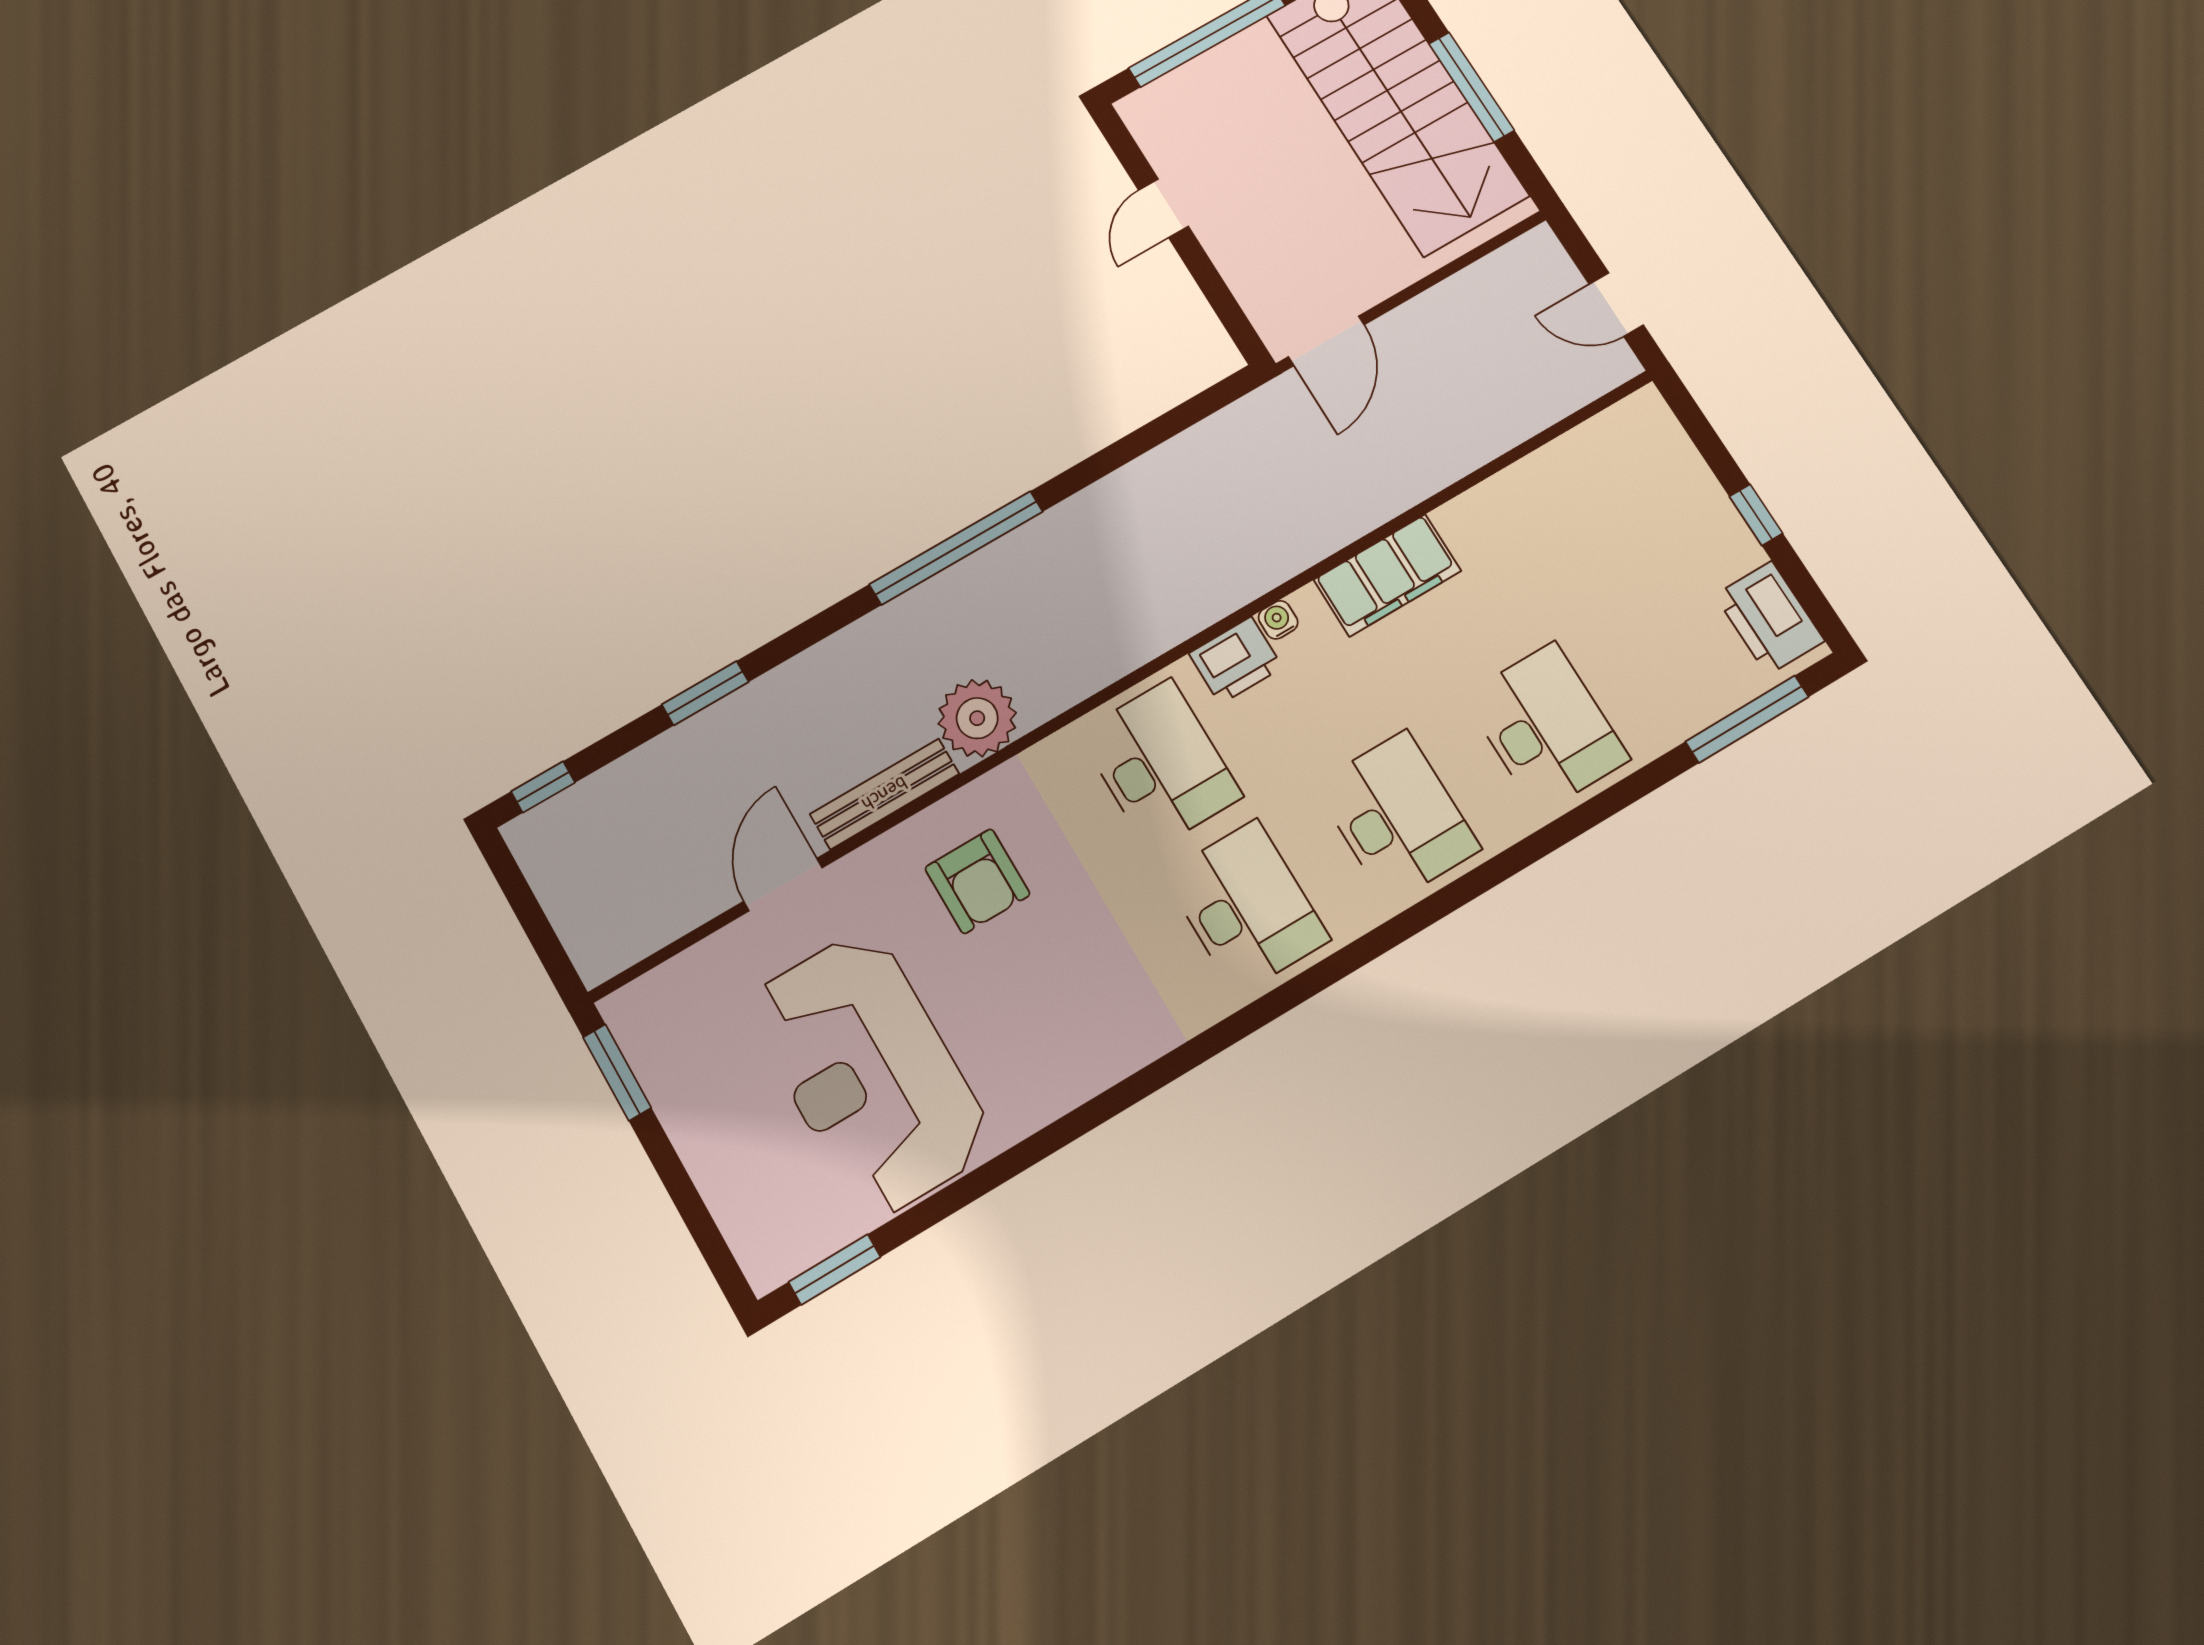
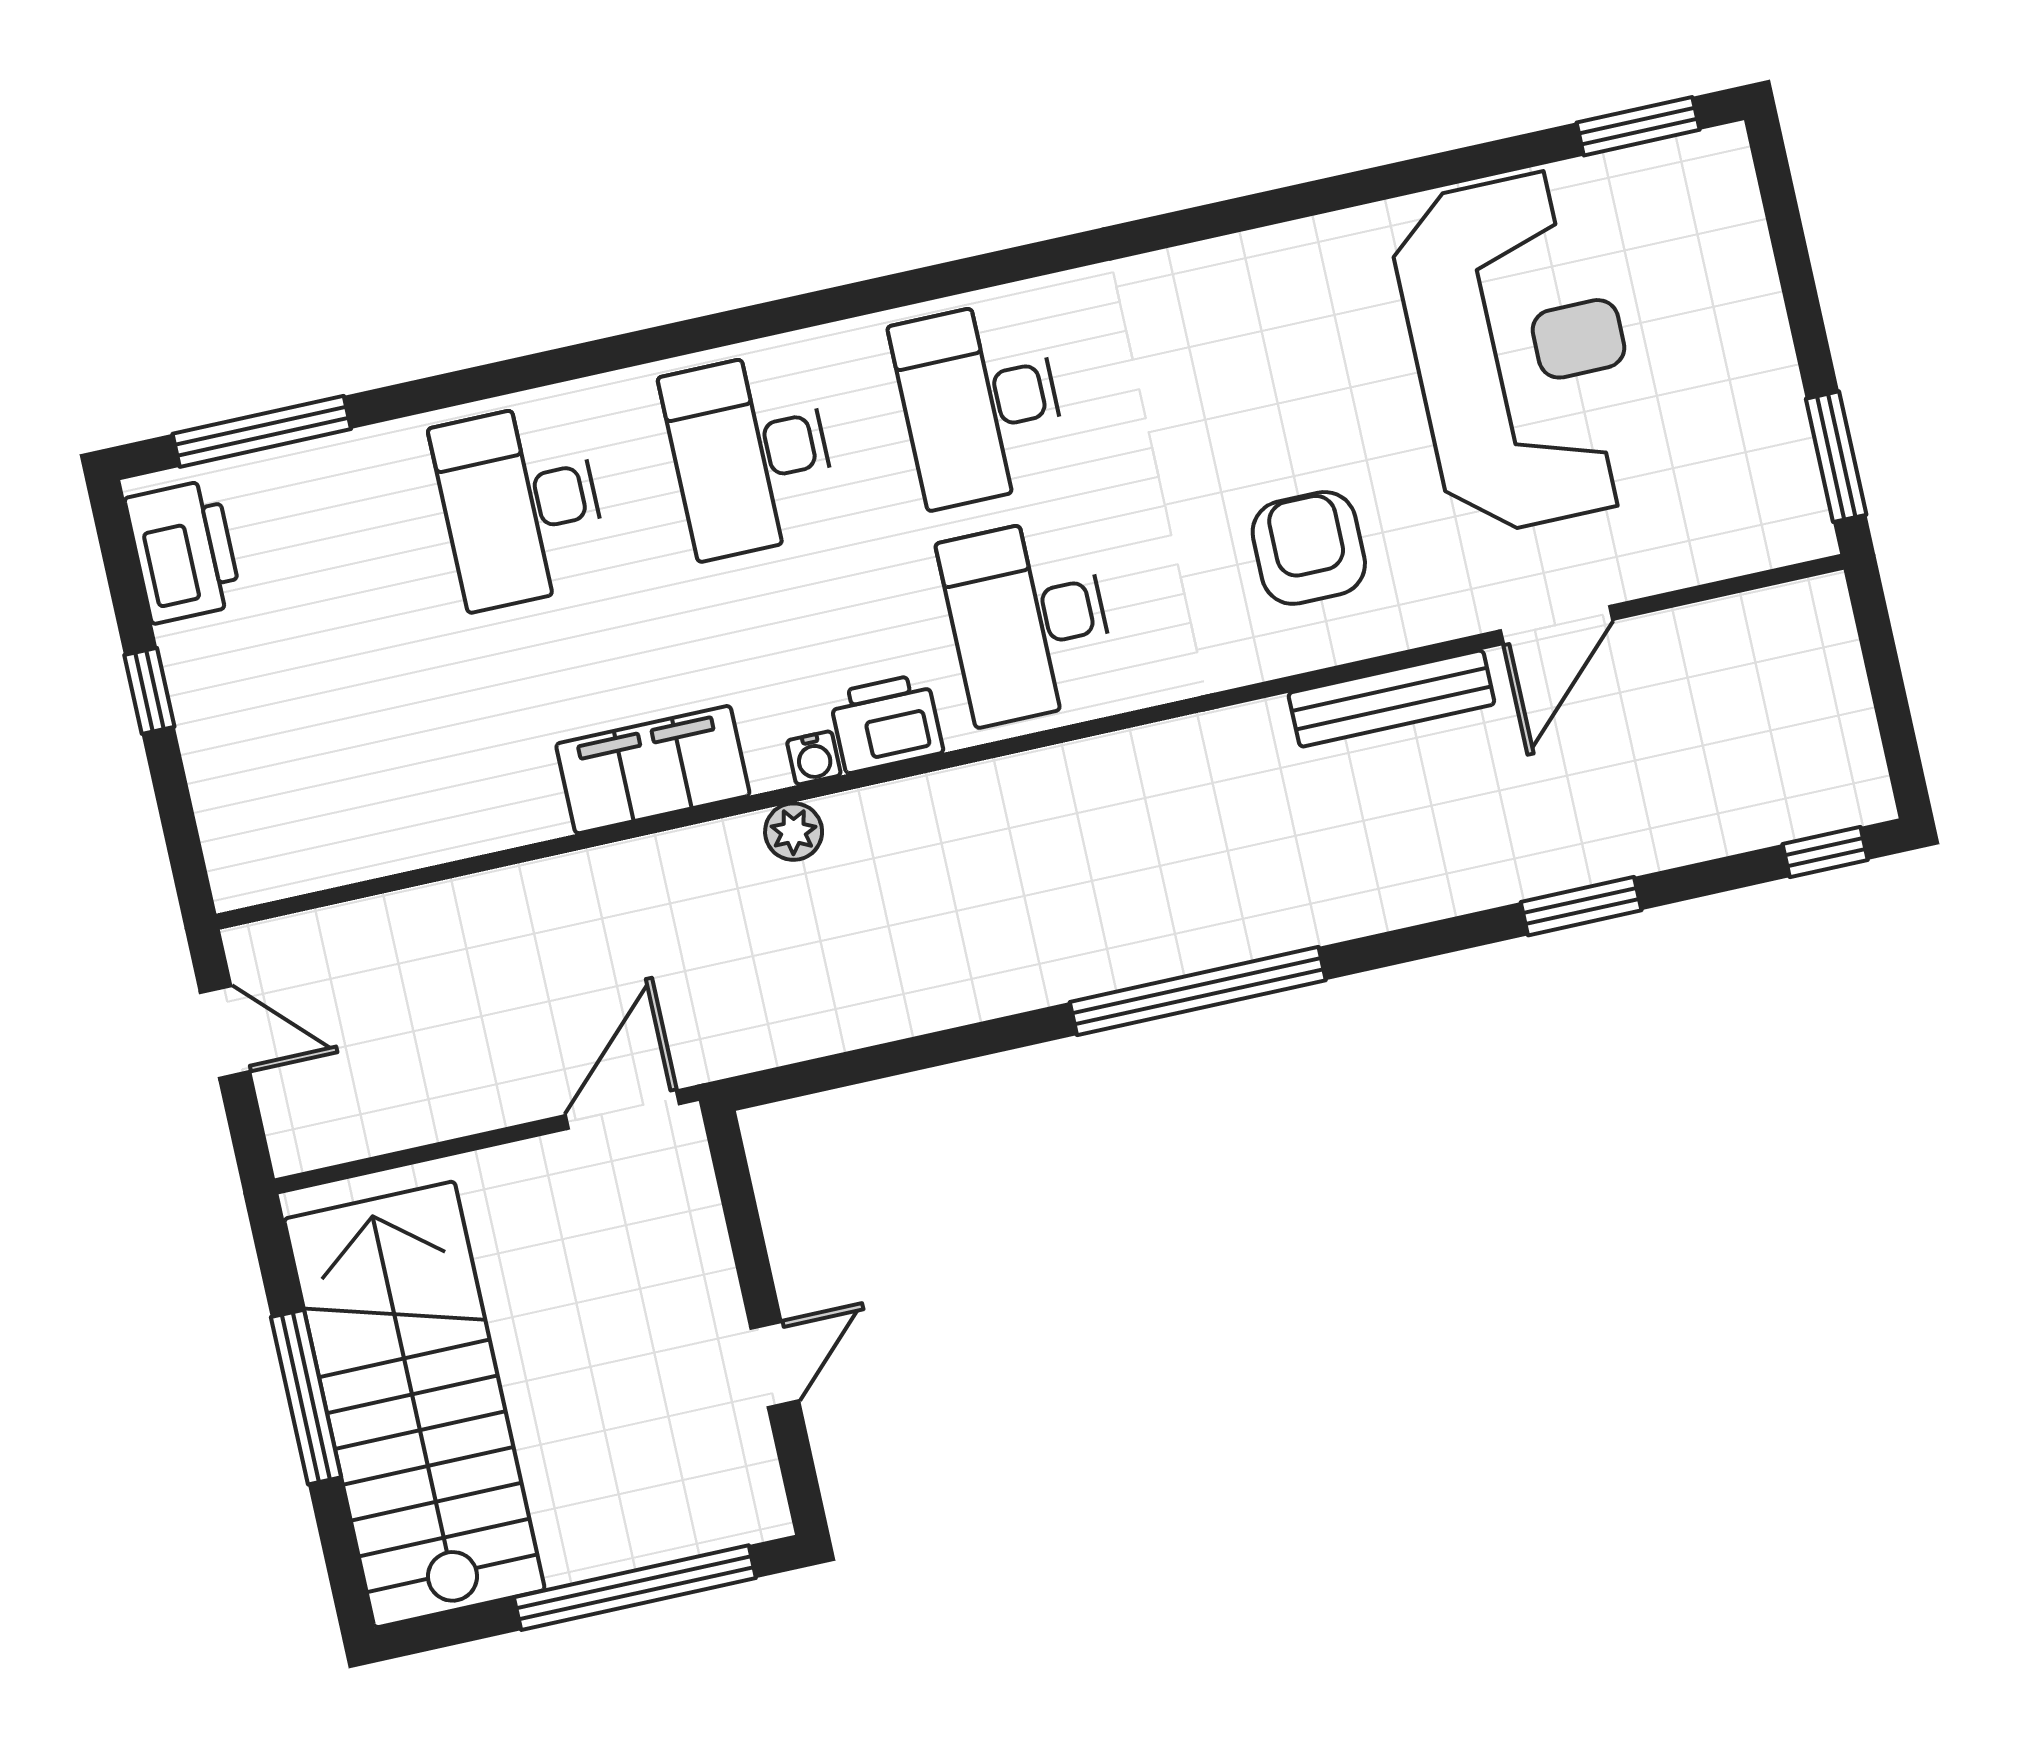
plant: (977, 718) -> (794, 832), moved, width x0.53, depth x0.53

